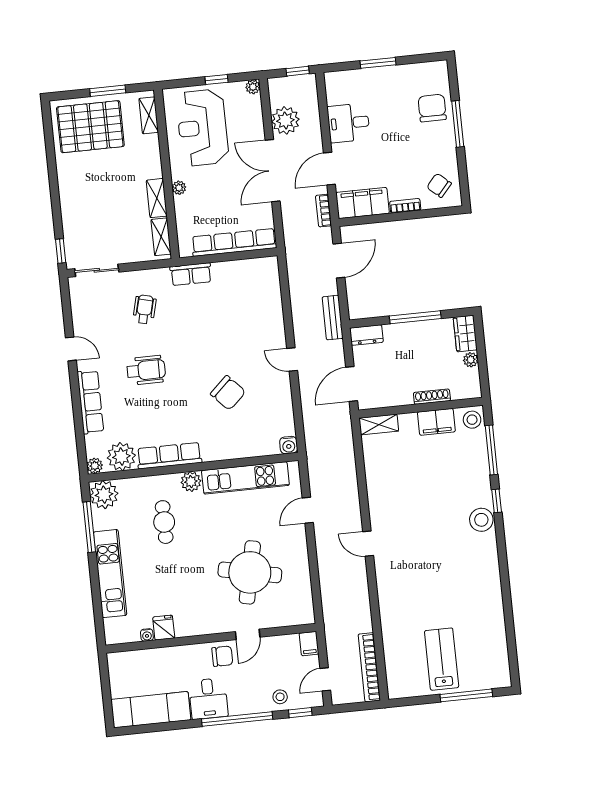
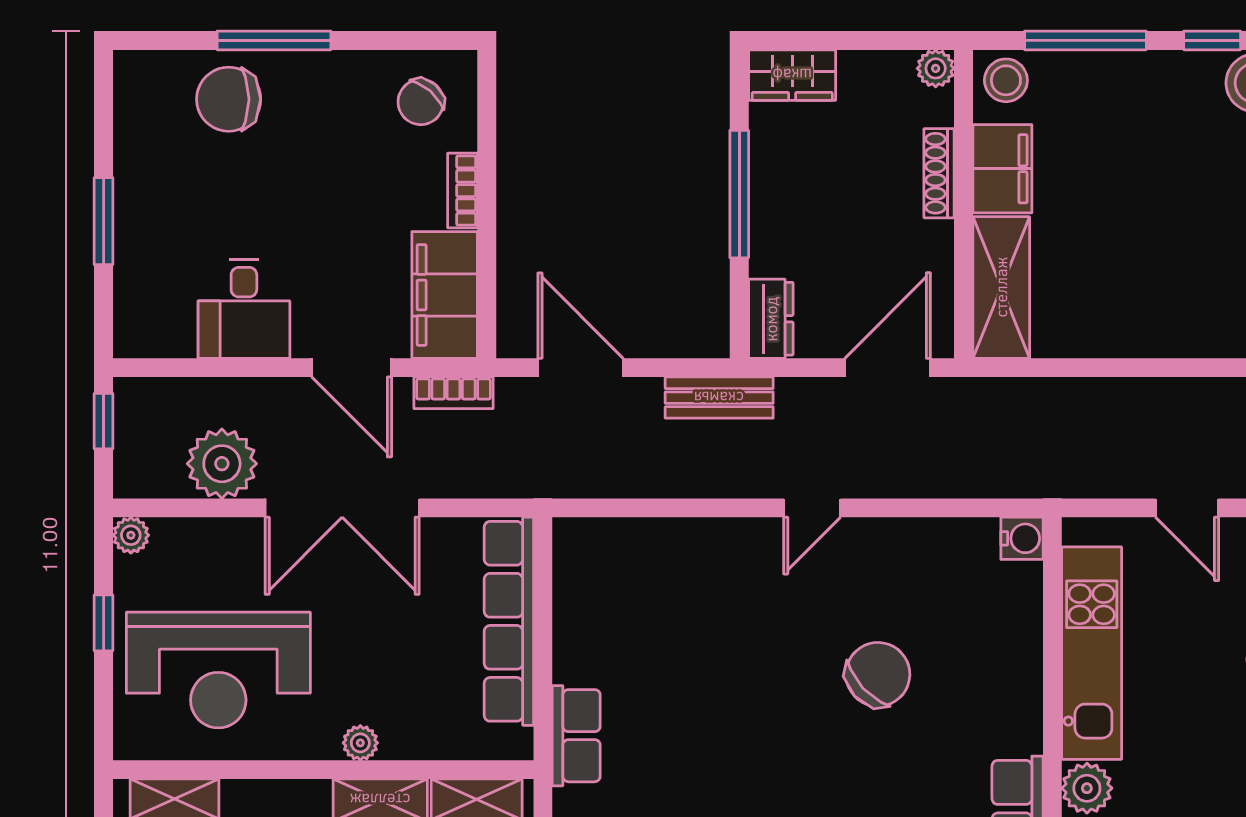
plant: (471, 360) -> (936, 68), moved
door: (352, 384) -> (888, 368), swing flipped
shelving: (379, 425) -> (1001, 287), width x1.50, depth x1.33

